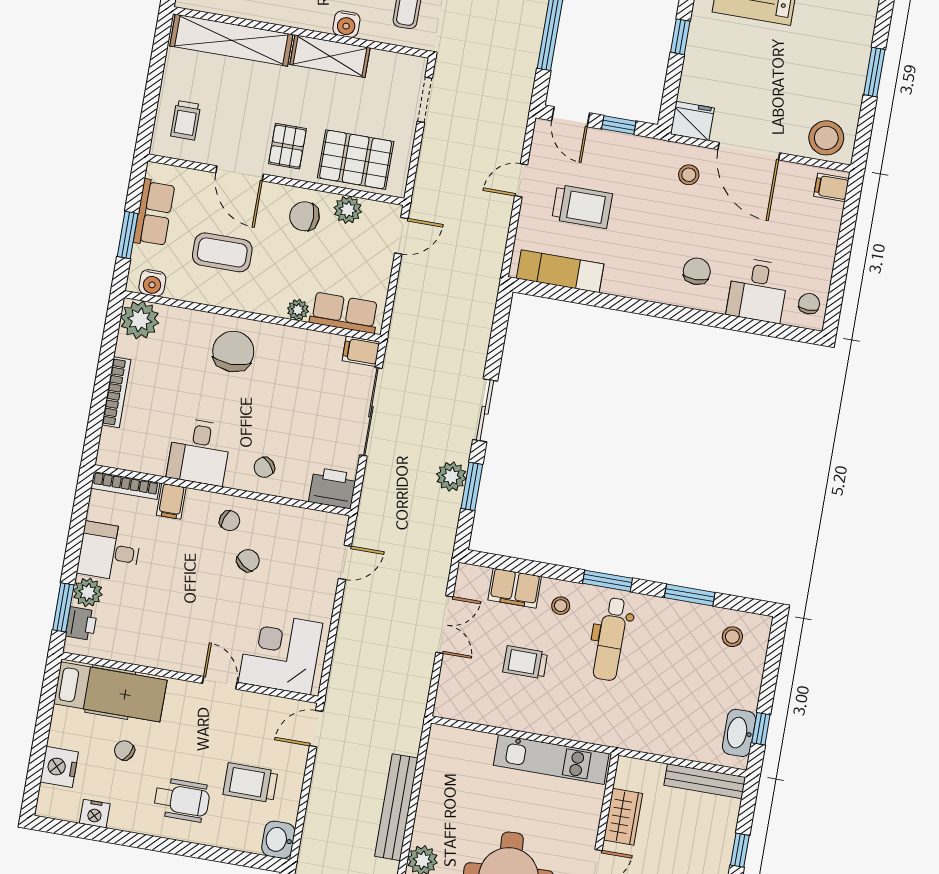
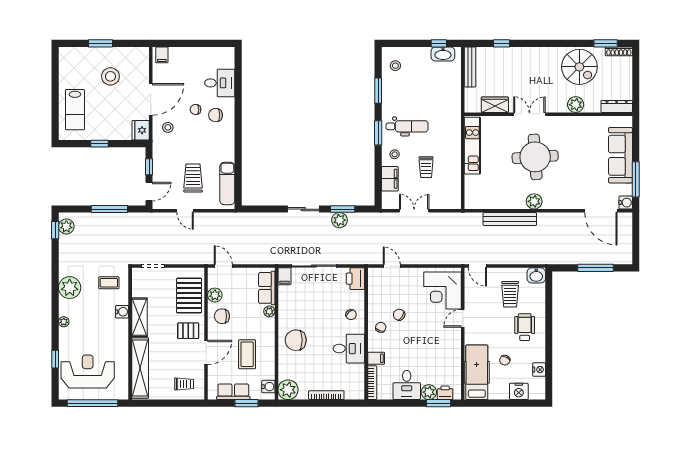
stool: (826, 138) -> (110, 76), moved
chair: (304, 216) -> (222, 316), turned 90
chair: (809, 304) -> (195, 110), moved

